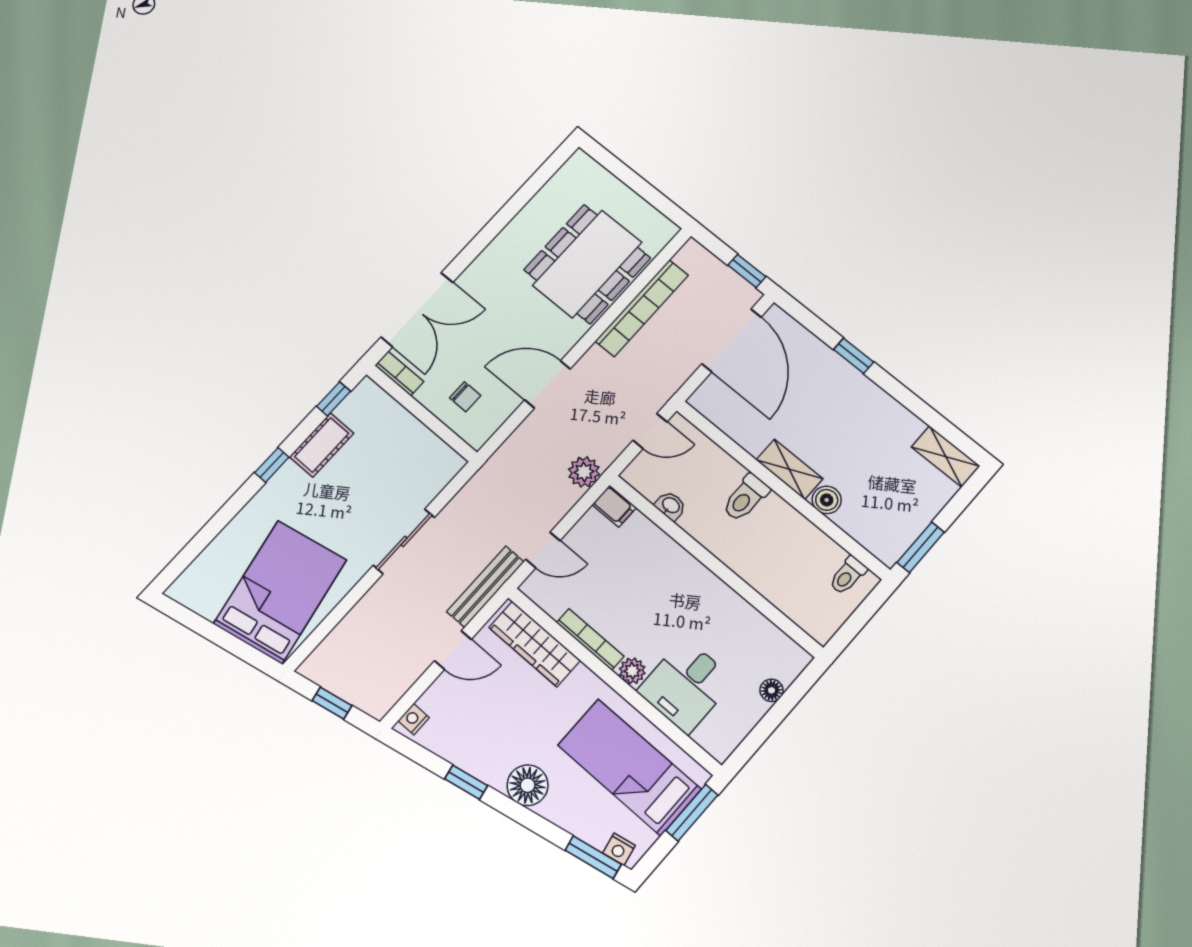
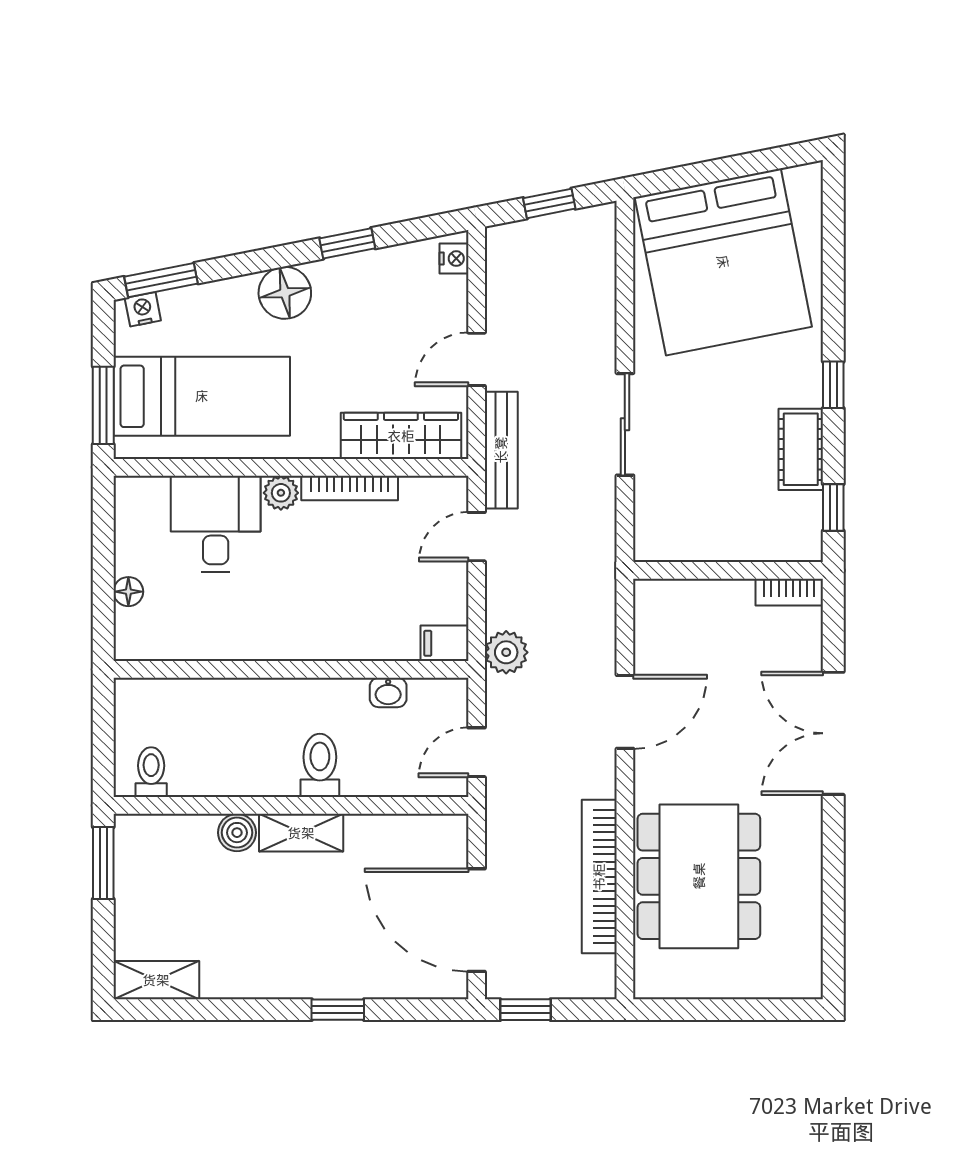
double door: (417, 310) -> (833, 733), moved
chair: (465, 397) -> (699, 626), removed
bed: (280, 592) -> (723, 262), width x1.36

